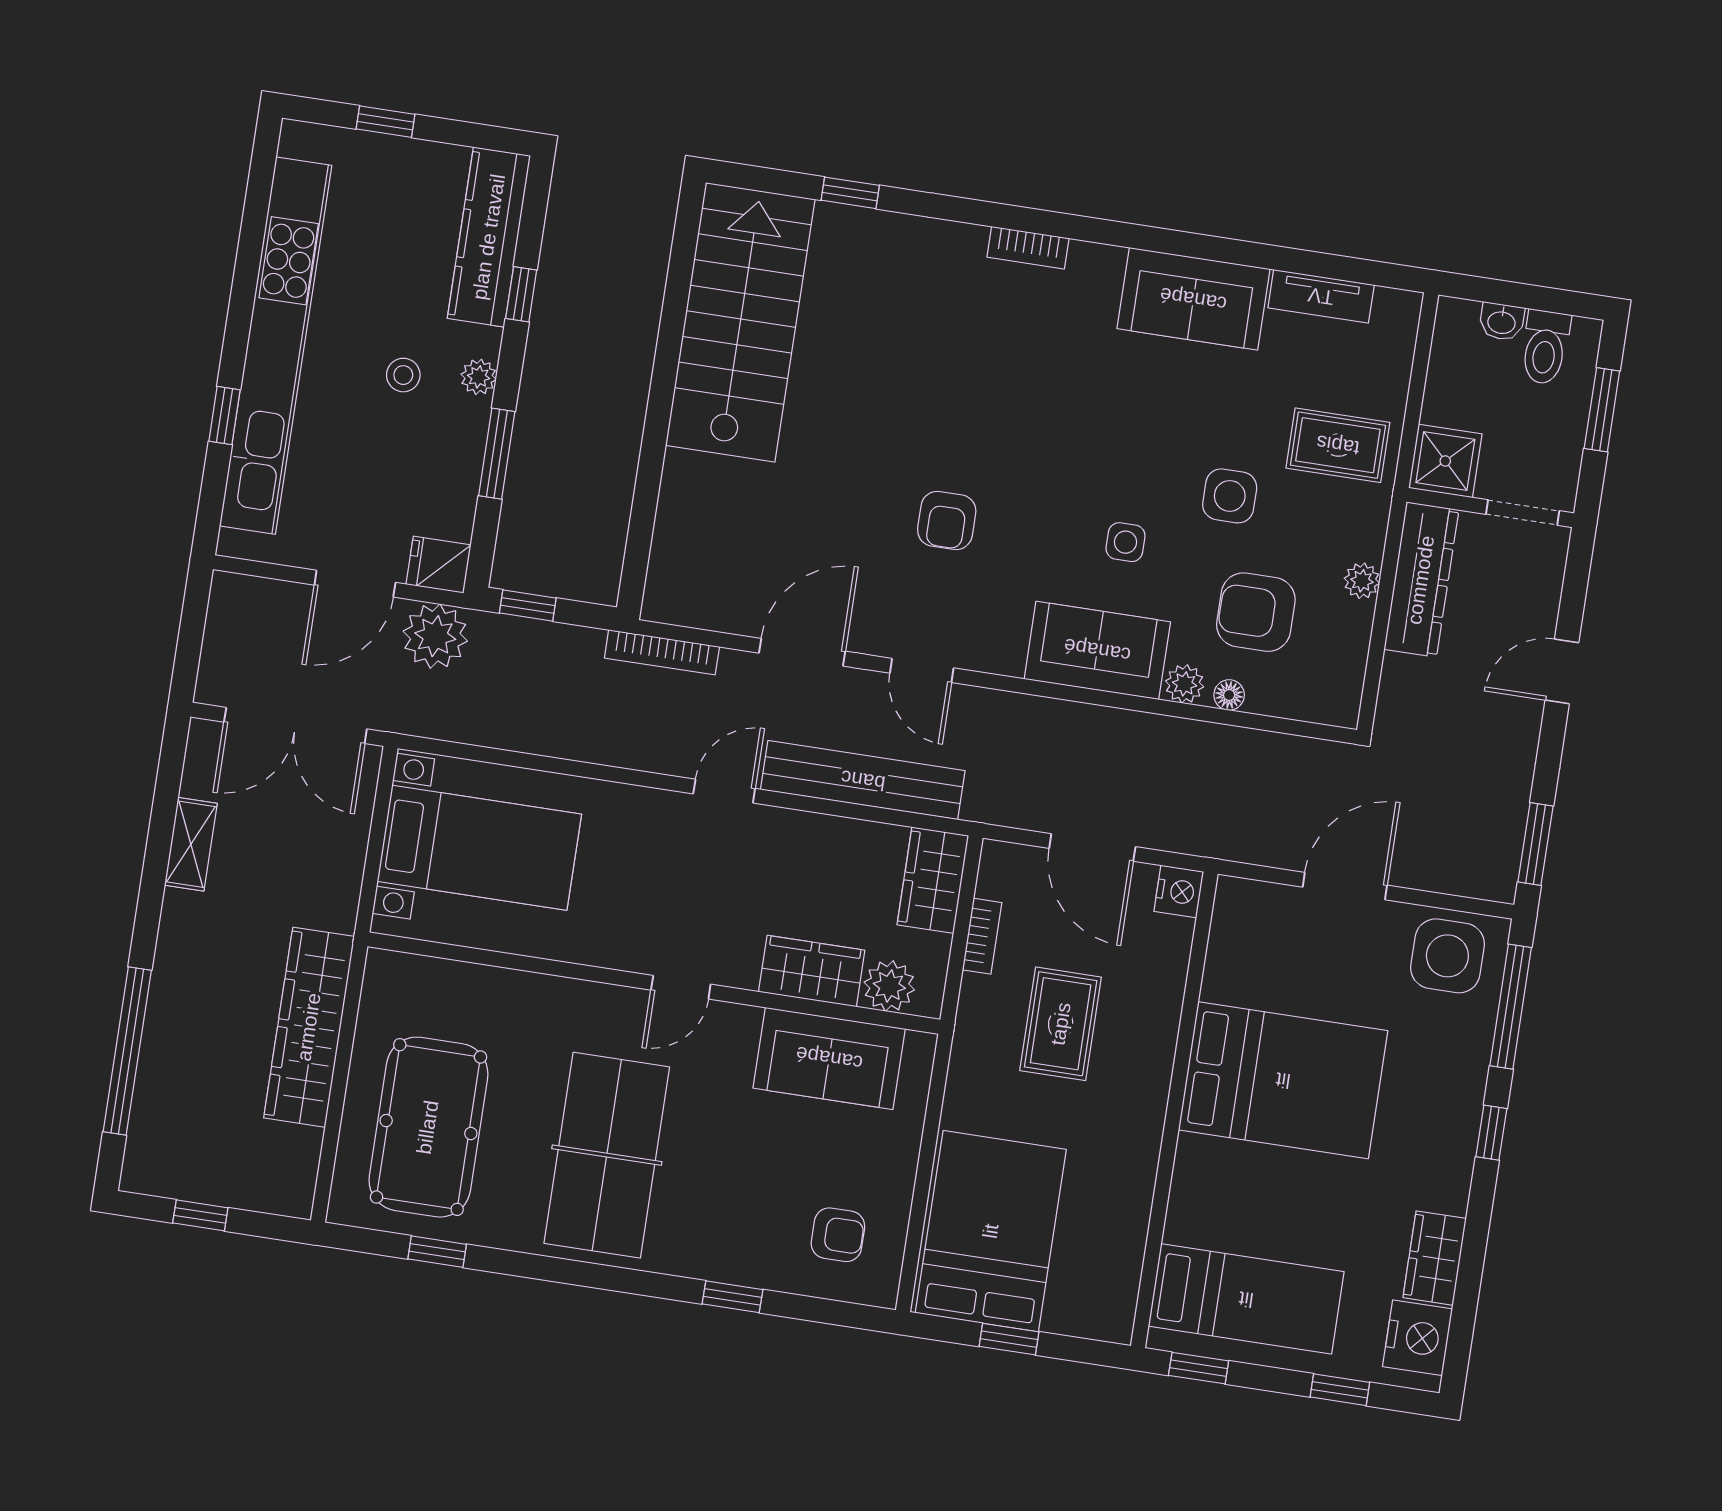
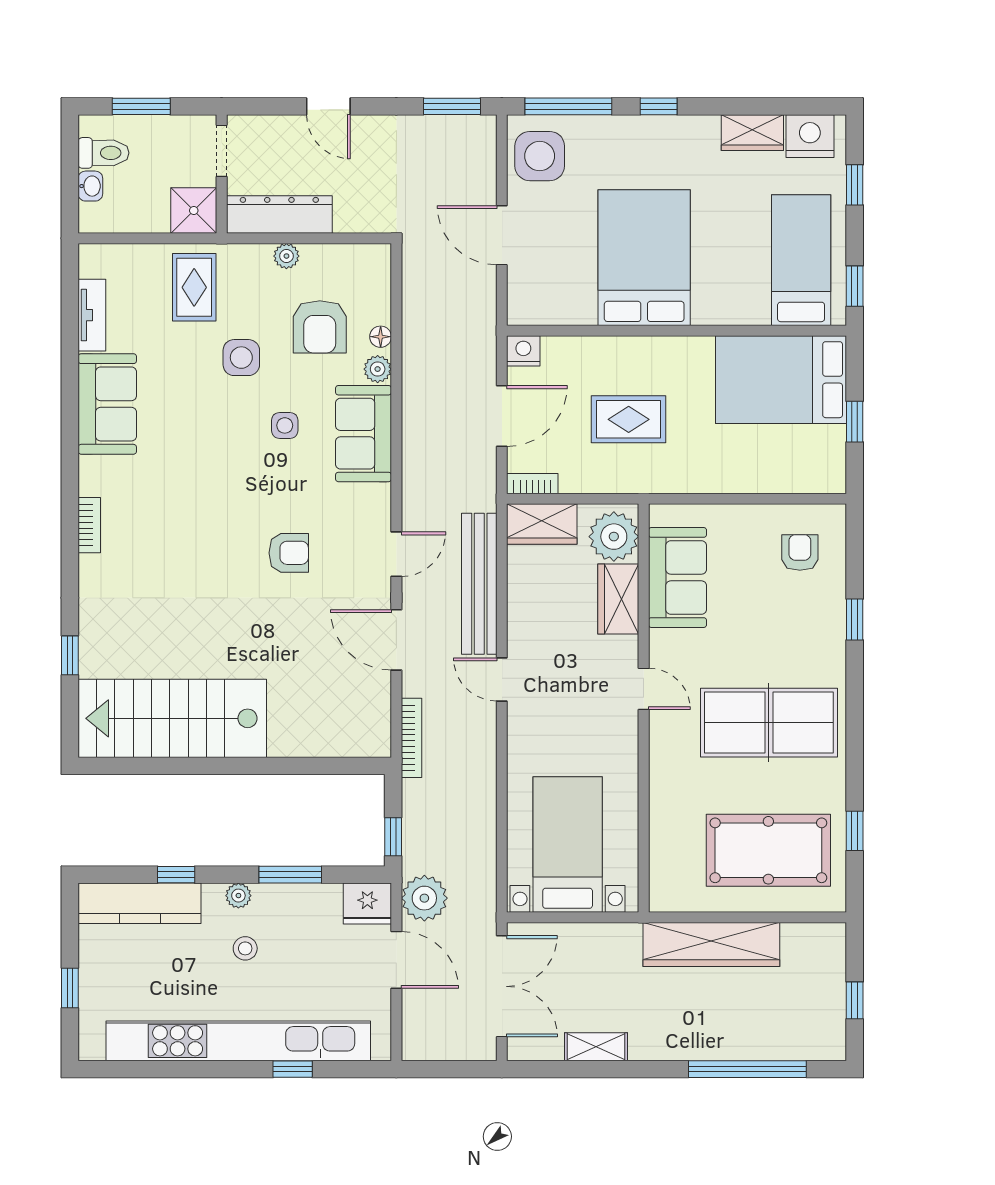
fridge: (438, 565) -> (367, 903), width x1.38
bookcase: (982, 936) -> (532, 484), moved
plant: (889, 986) -> (614, 537), width x1.36, depth x1.36
bed: (991, 1231) -> (781, 380), moved

